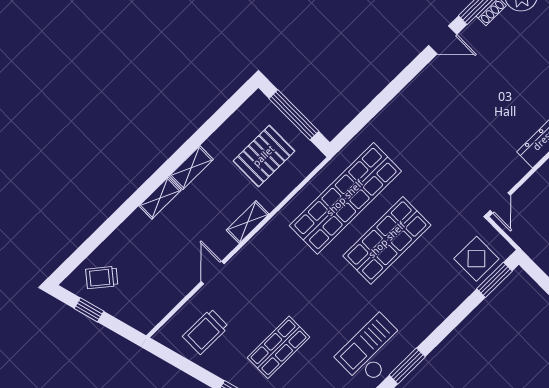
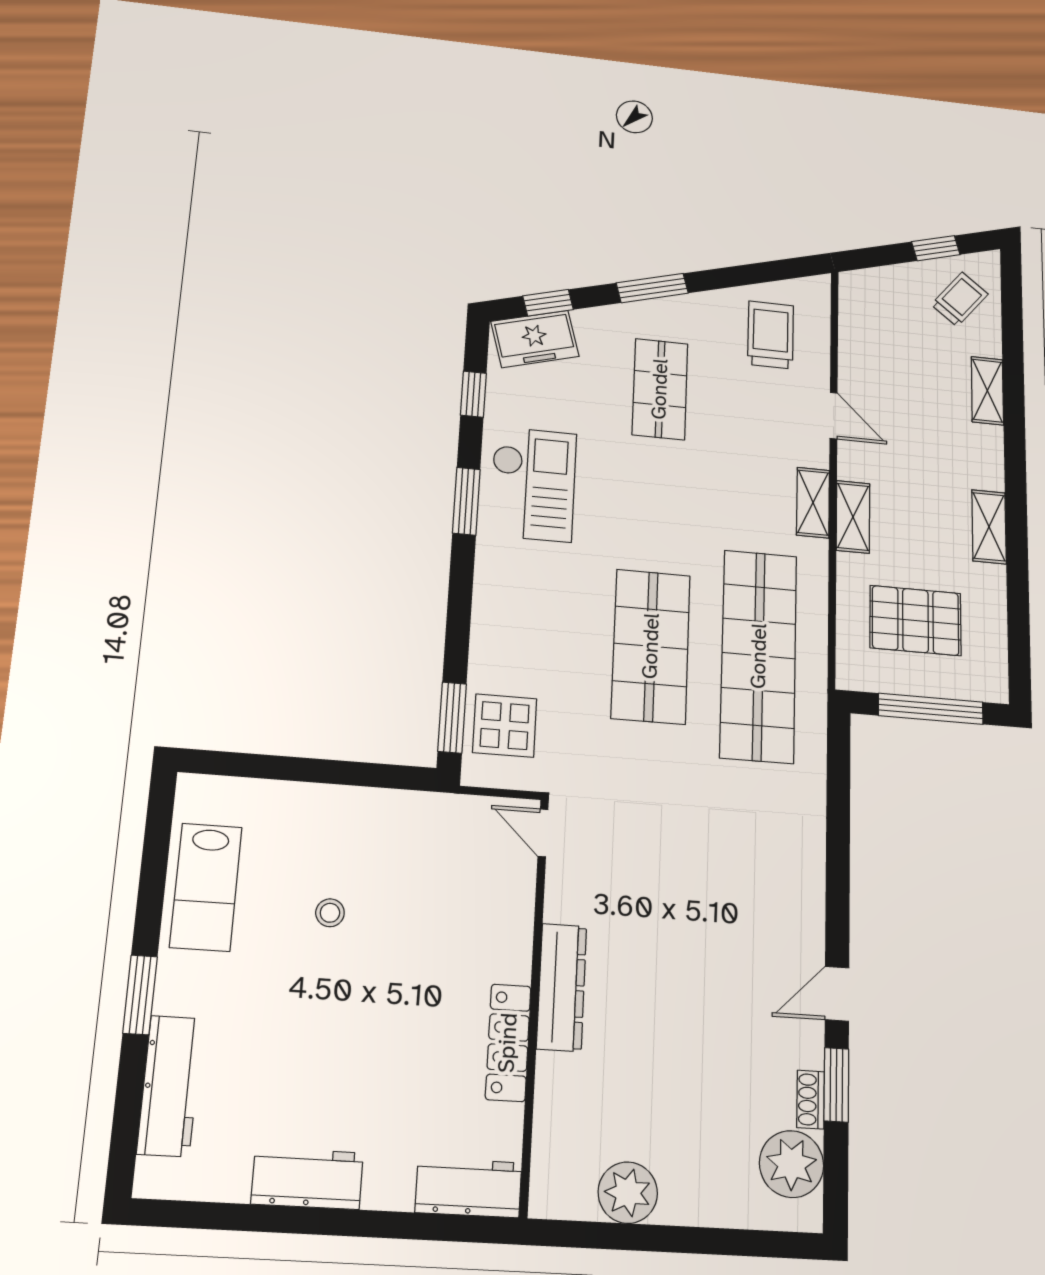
pallet: (264, 156) -> (916, 621), turned 90
shelving: (160, 198) -> (987, 391), moved
shelving: (259, 243) -> (813, 503), added

